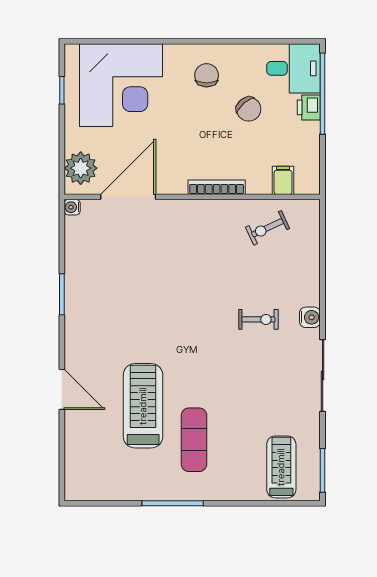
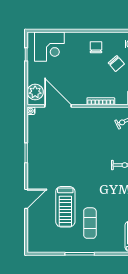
corner desk: (121, 85) -> (49, 47), width x0.74, depth x0.74
door: (128, 197) -> (58, 106), hinge flipped
door: (62, 389) -> (26, 199), hinge flipped
treadmill: (143, 406) -> (65, 207), turned 180

